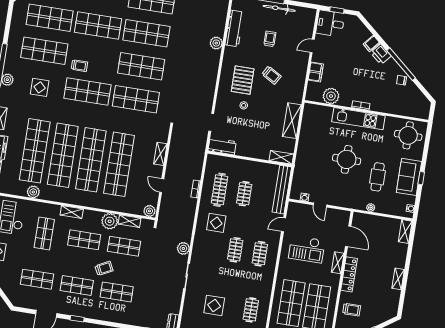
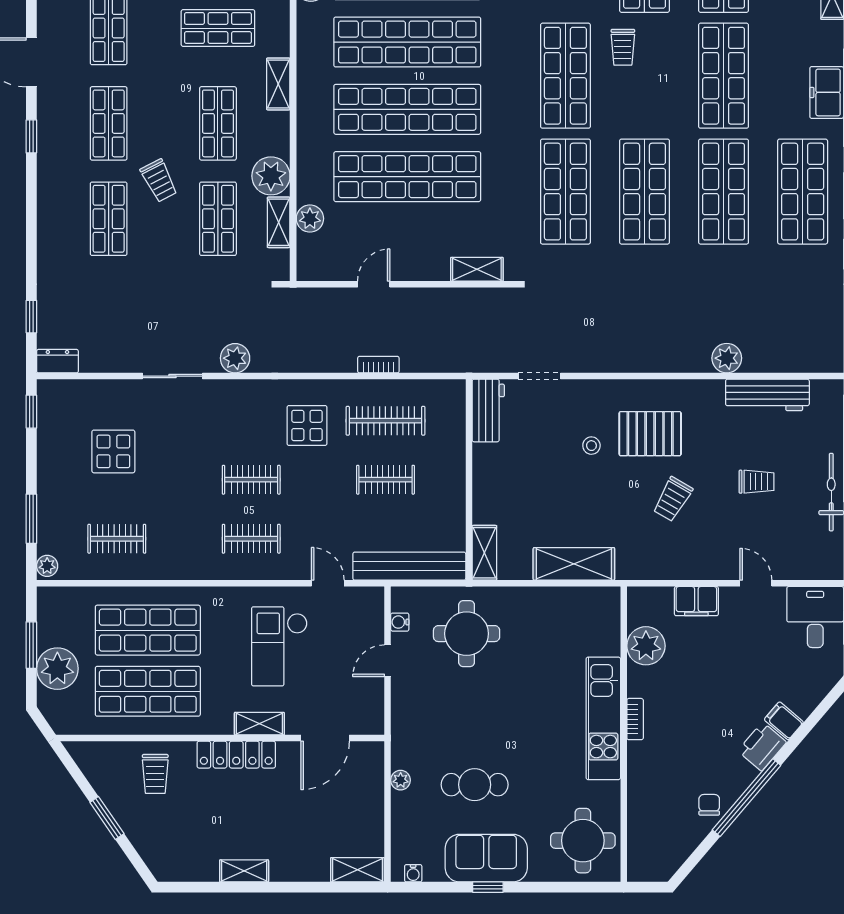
shelving: (160, 154) -> (477, 269), moved
round table: (347, 159) -> (467, 634), moved
plant: (149, 211) -> (310, 219), moved

